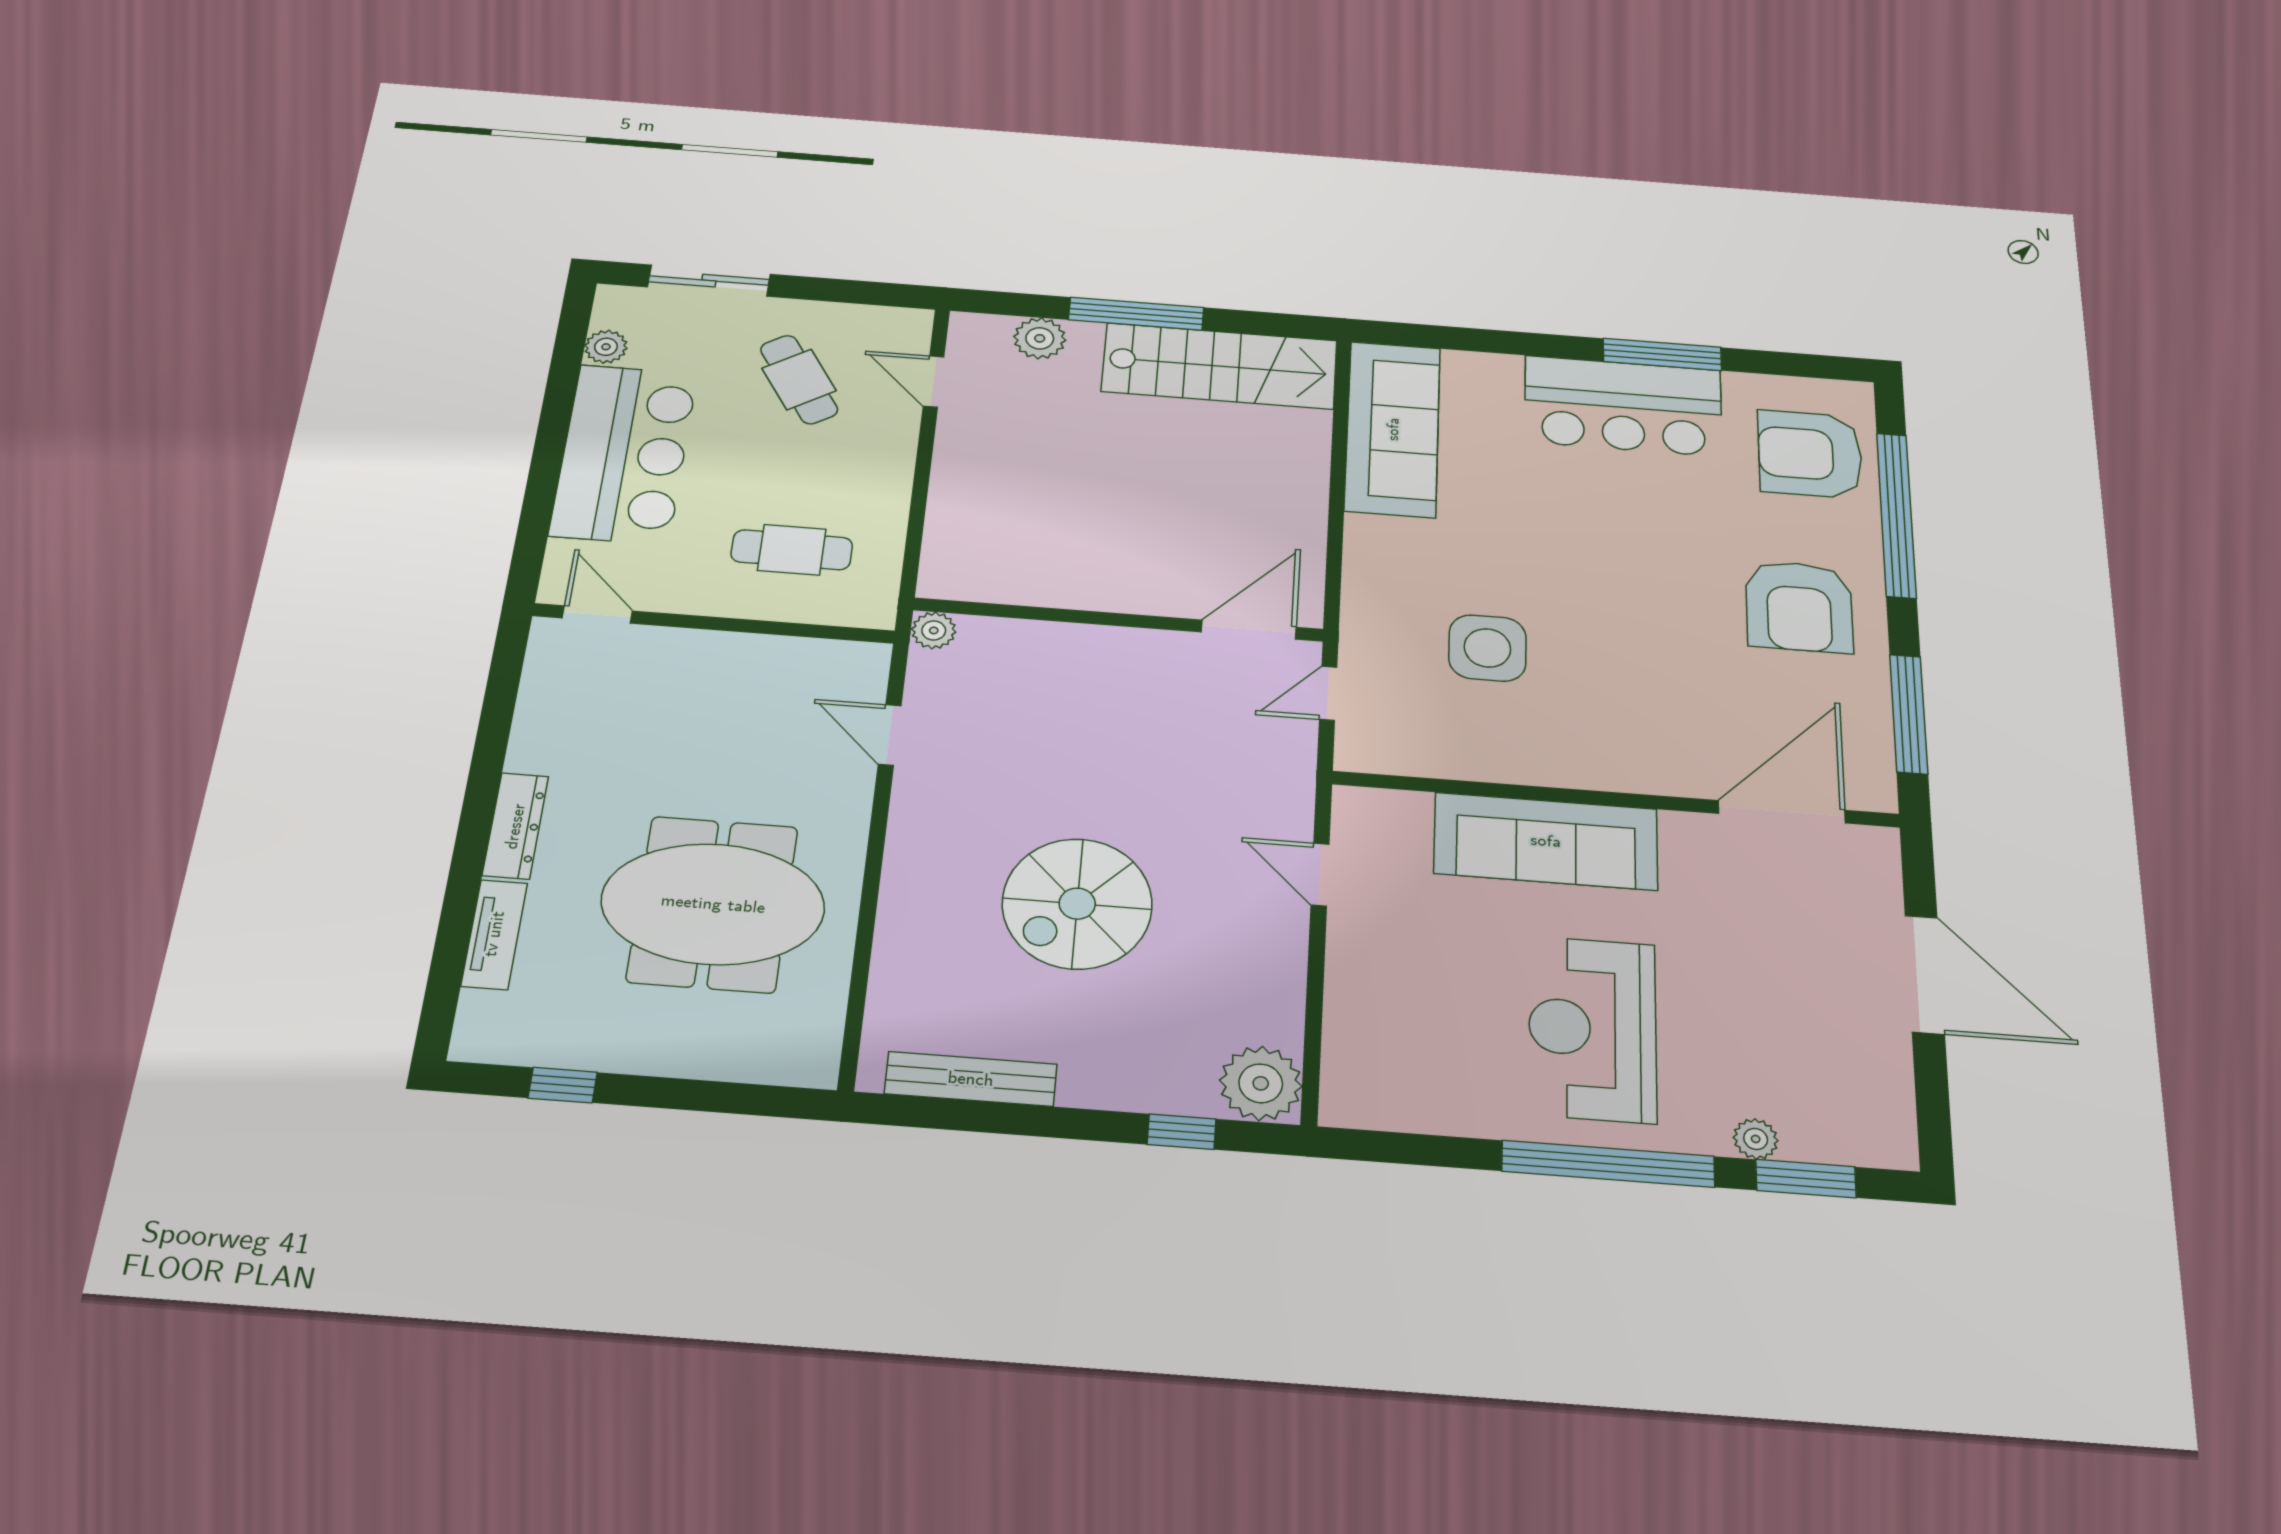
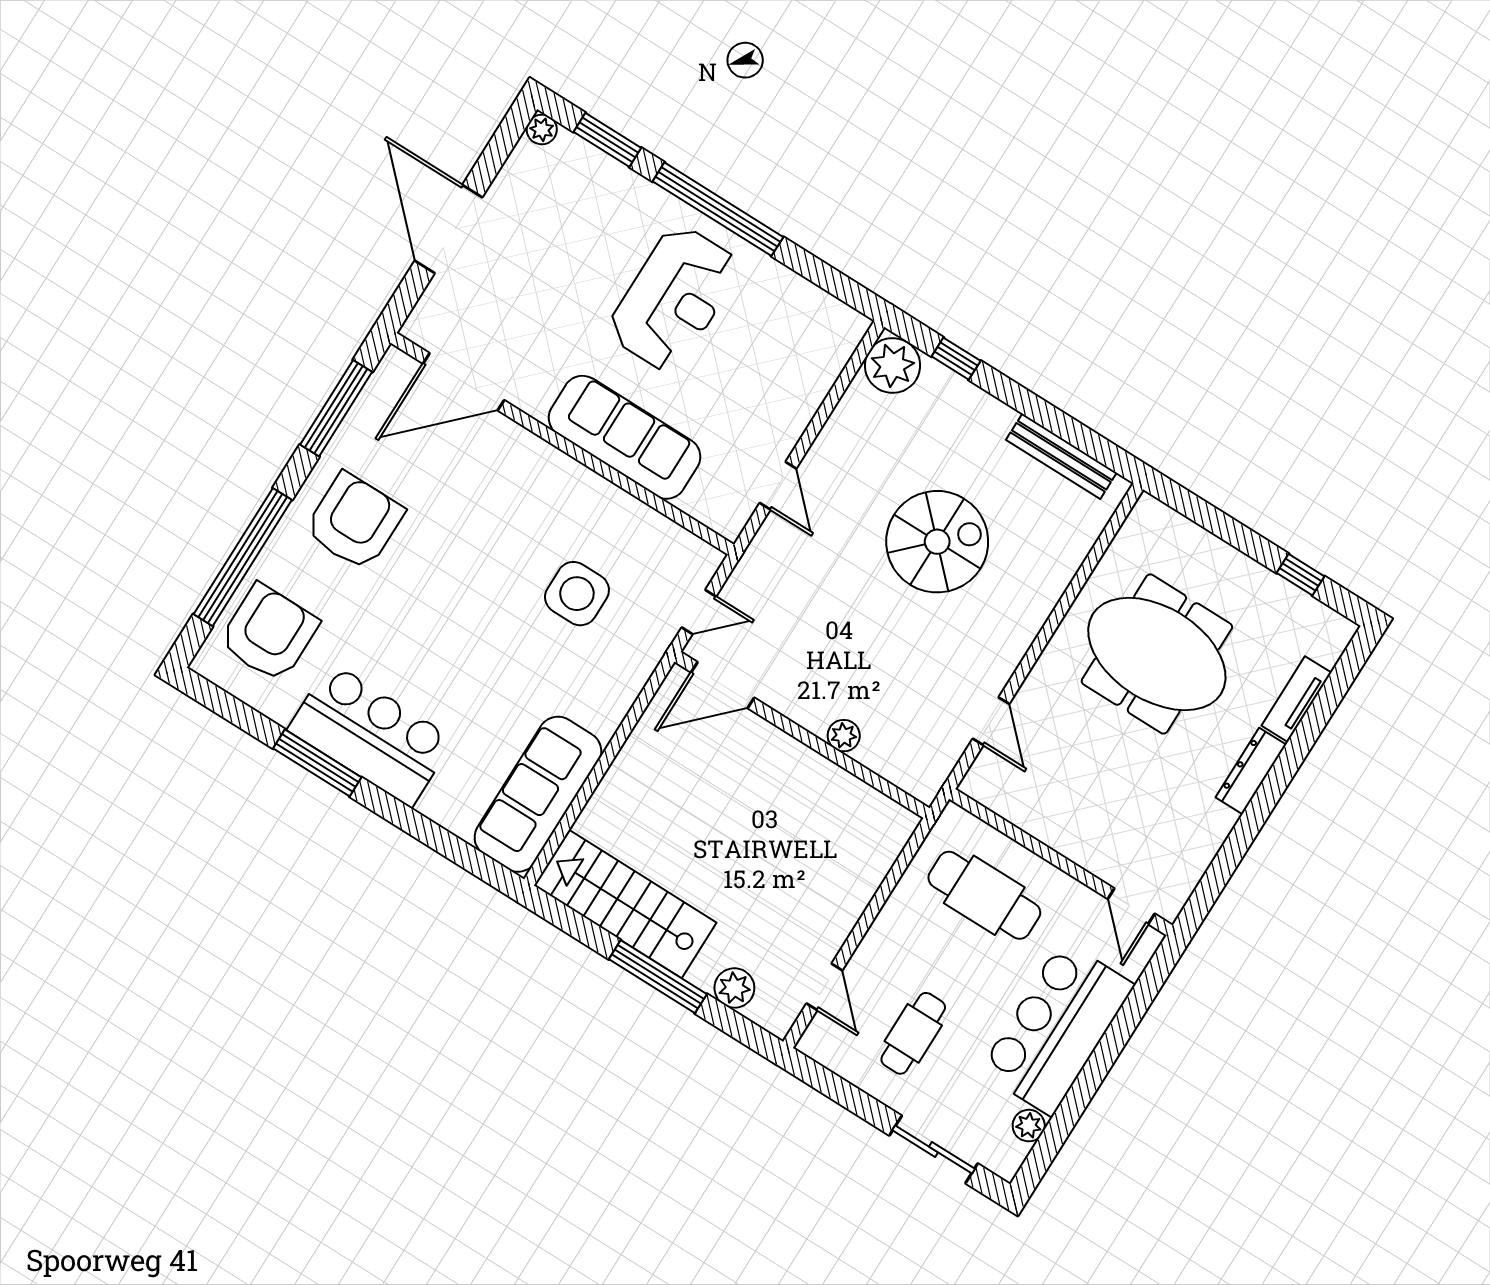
cafe table: (799, 380) -> (913, 1033), turned 32
armchair: (1810, 454) -> (269, 633), turned -90
cafe table: (792, 550) -> (984, 895), width x1.37, depth x1.35
plant: (934, 630) -> (844, 736), moved
plant: (1756, 1139) -> (542, 130), moved

